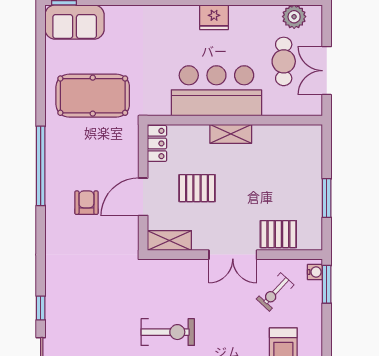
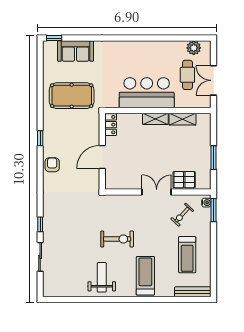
fridge: (214, 17) -> (145, 48), removed
sofa: (75, 22) -> (76, 51), moved
window: (41, 166) -> (40, 138), width x0.32
pallet: (197, 188) -> (135, 152), removed
armchair: (86, 203) -> (52, 165), moved
shelving: (169, 240) -> (182, 119), moved
double door: (233, 255) -> (157, 192), swing flipped

